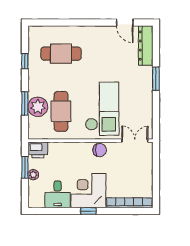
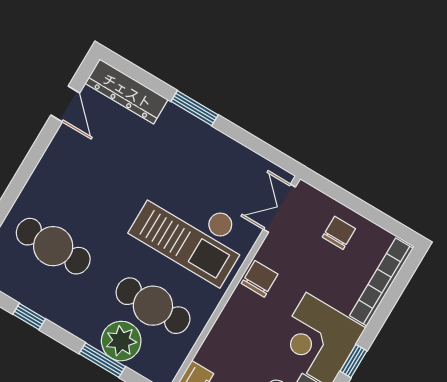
door: (125, 23) -> (65, 104), hinge flipped
cafe table: (61, 54) -> (53, 246), turned 90
checkout: (102, 109) -> (191, 232), turned 180
chair: (139, 172) -> (339, 233), added

